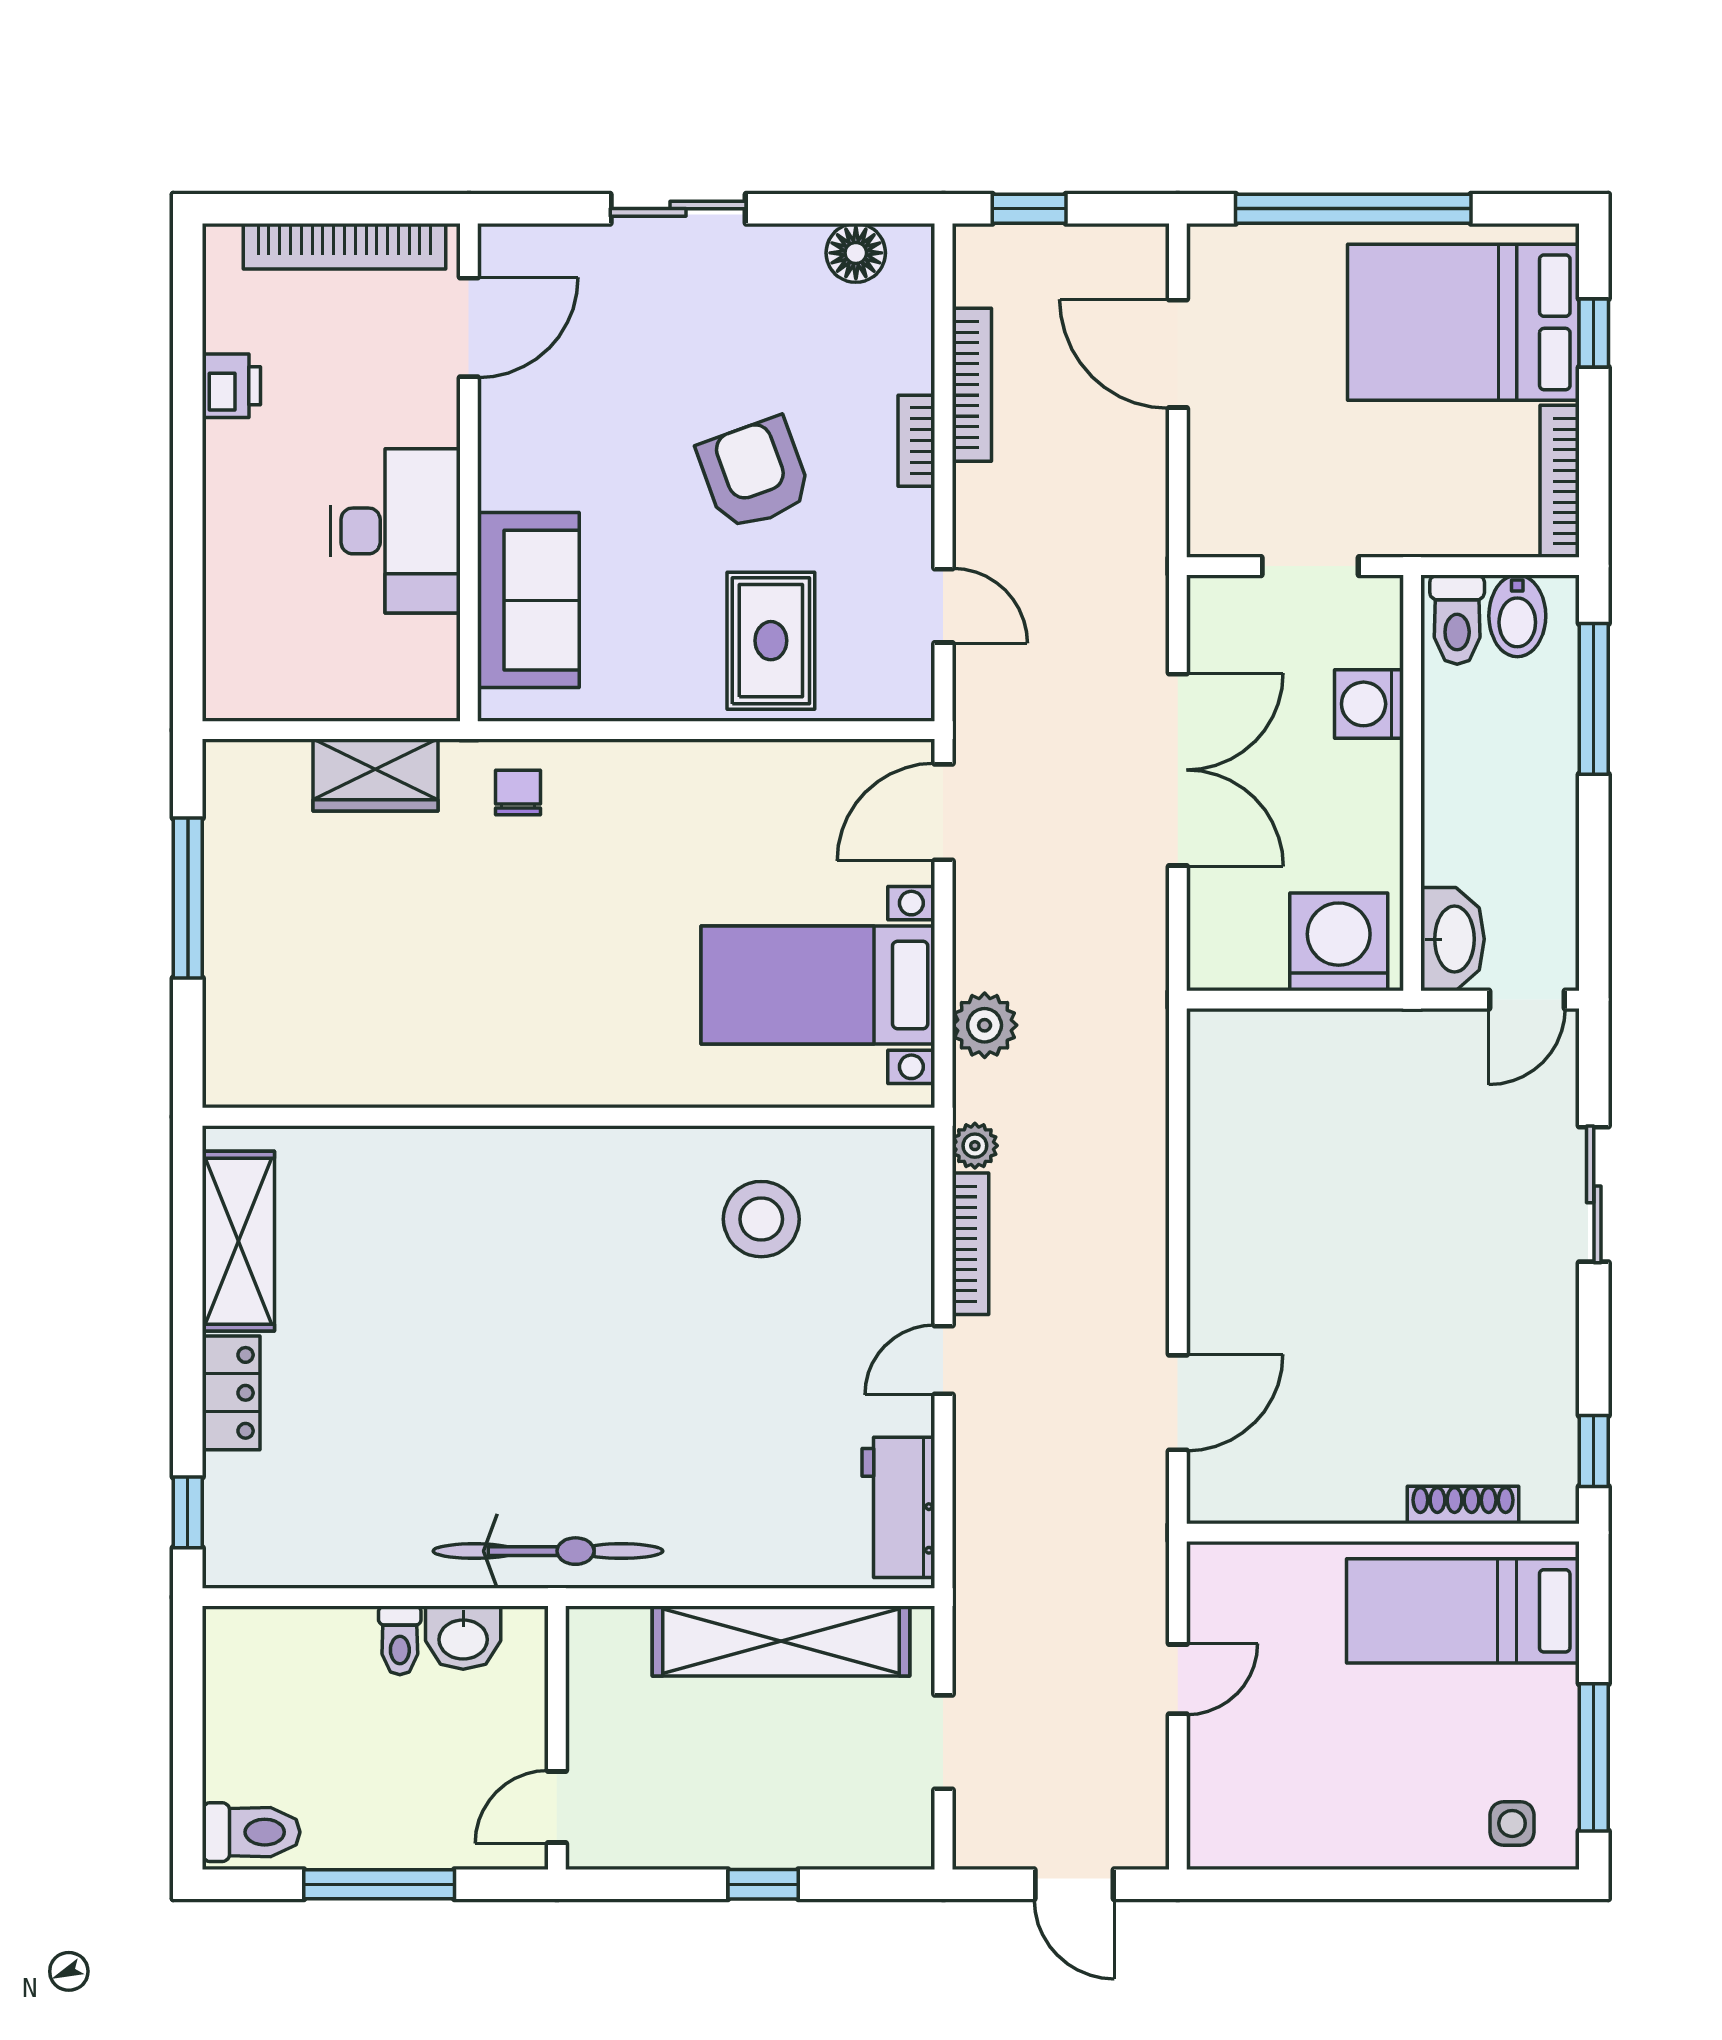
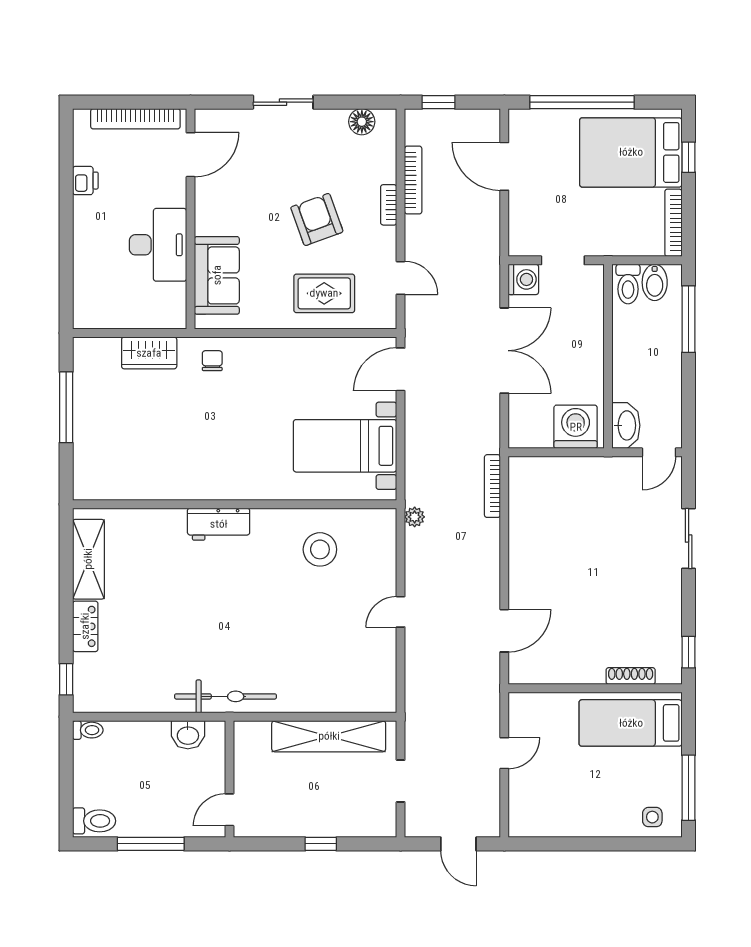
rug: (771, 641) -> (324, 293), turned 90
washing machine: (1369, 704) -> (523, 279), moved, turned 180
plant: (985, 1025) -> (419, 464), removed
bookcase: (970, 1244) -> (492, 486), moved, turned 180
workbench: (898, 1507) -> (219, 524), moved, turned -90
toilet: (400, 1640) -> (88, 730), moved, turned -90

